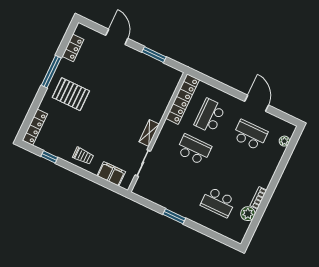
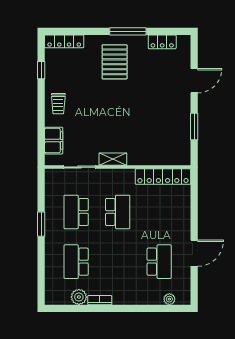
school desk: (210, 116) -> (76, 212), moved, turned -90

